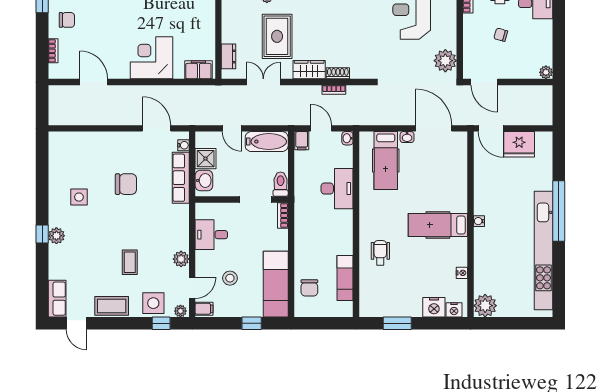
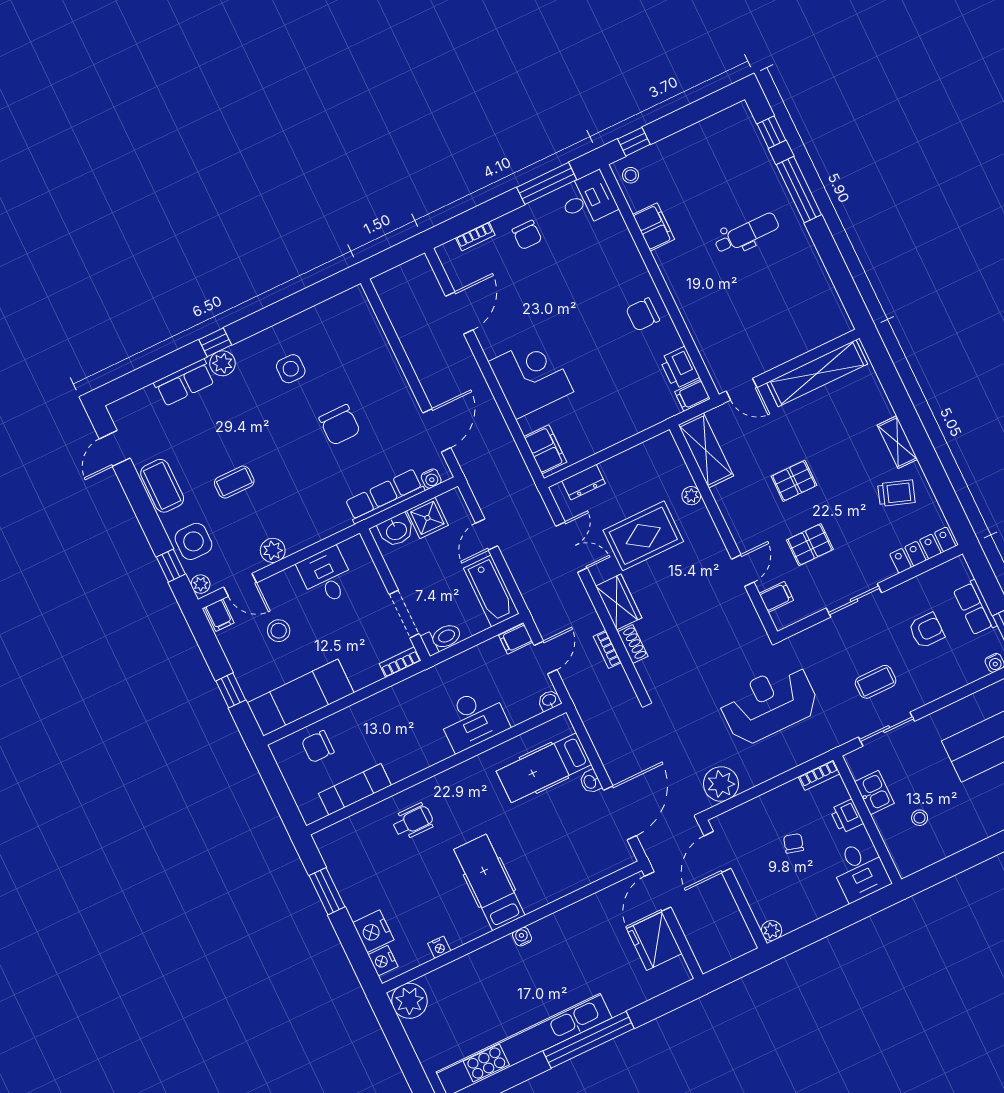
row of seats: (57, 299) -> (184, 383), moved

